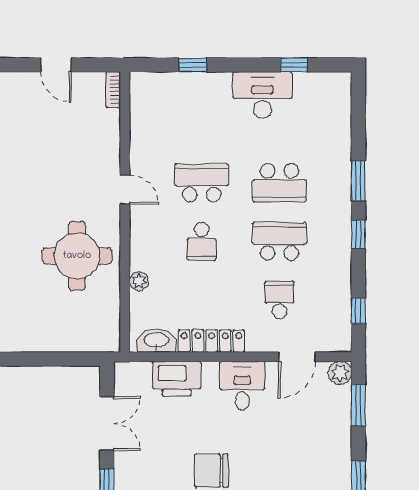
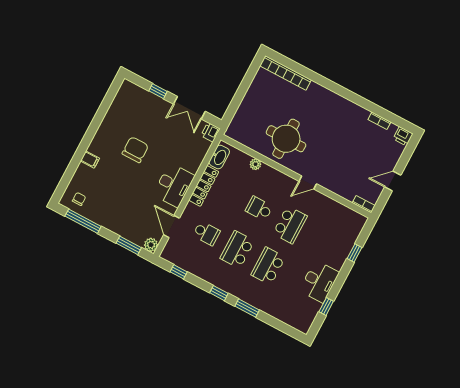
school desk: (279, 241) -> (237, 250), turned 180
printer: (177, 379) -> (210, 132), moved, width x0.53, depth x0.68
desk: (242, 386) -> (174, 185), width x1.37

